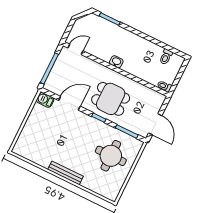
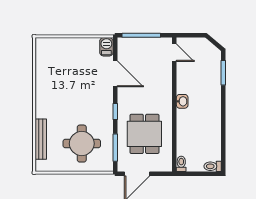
toilet: (166, 57) -> (213, 166), moved
dining table: (111, 99) -> (144, 134), moved
bench: (65, 173) -> (41, 139), moved

